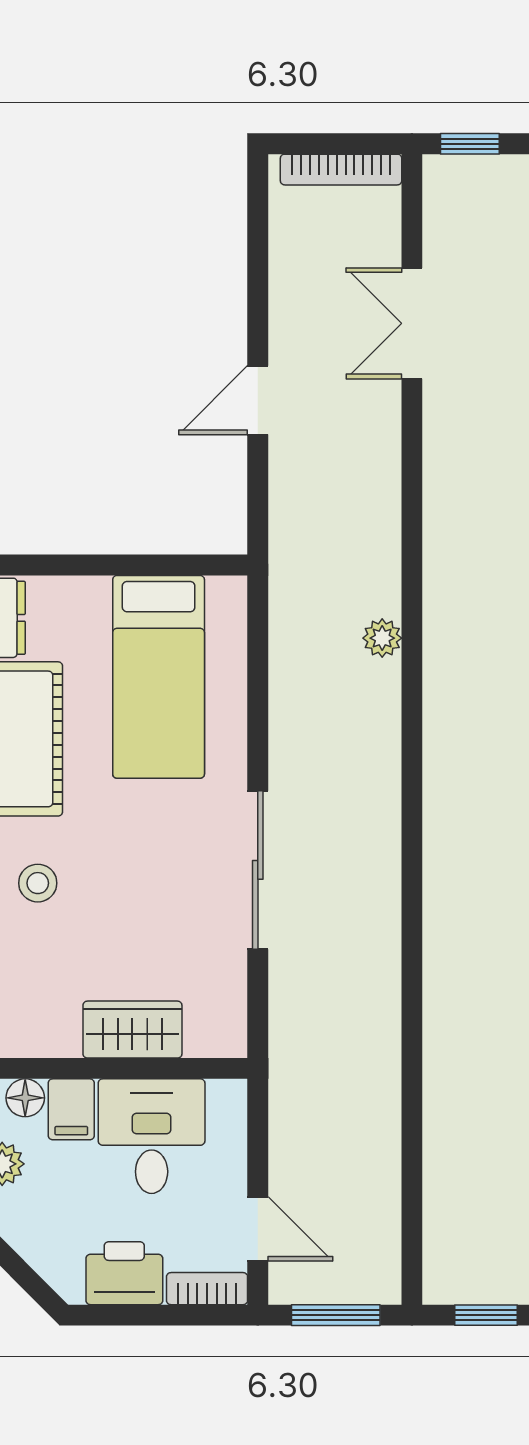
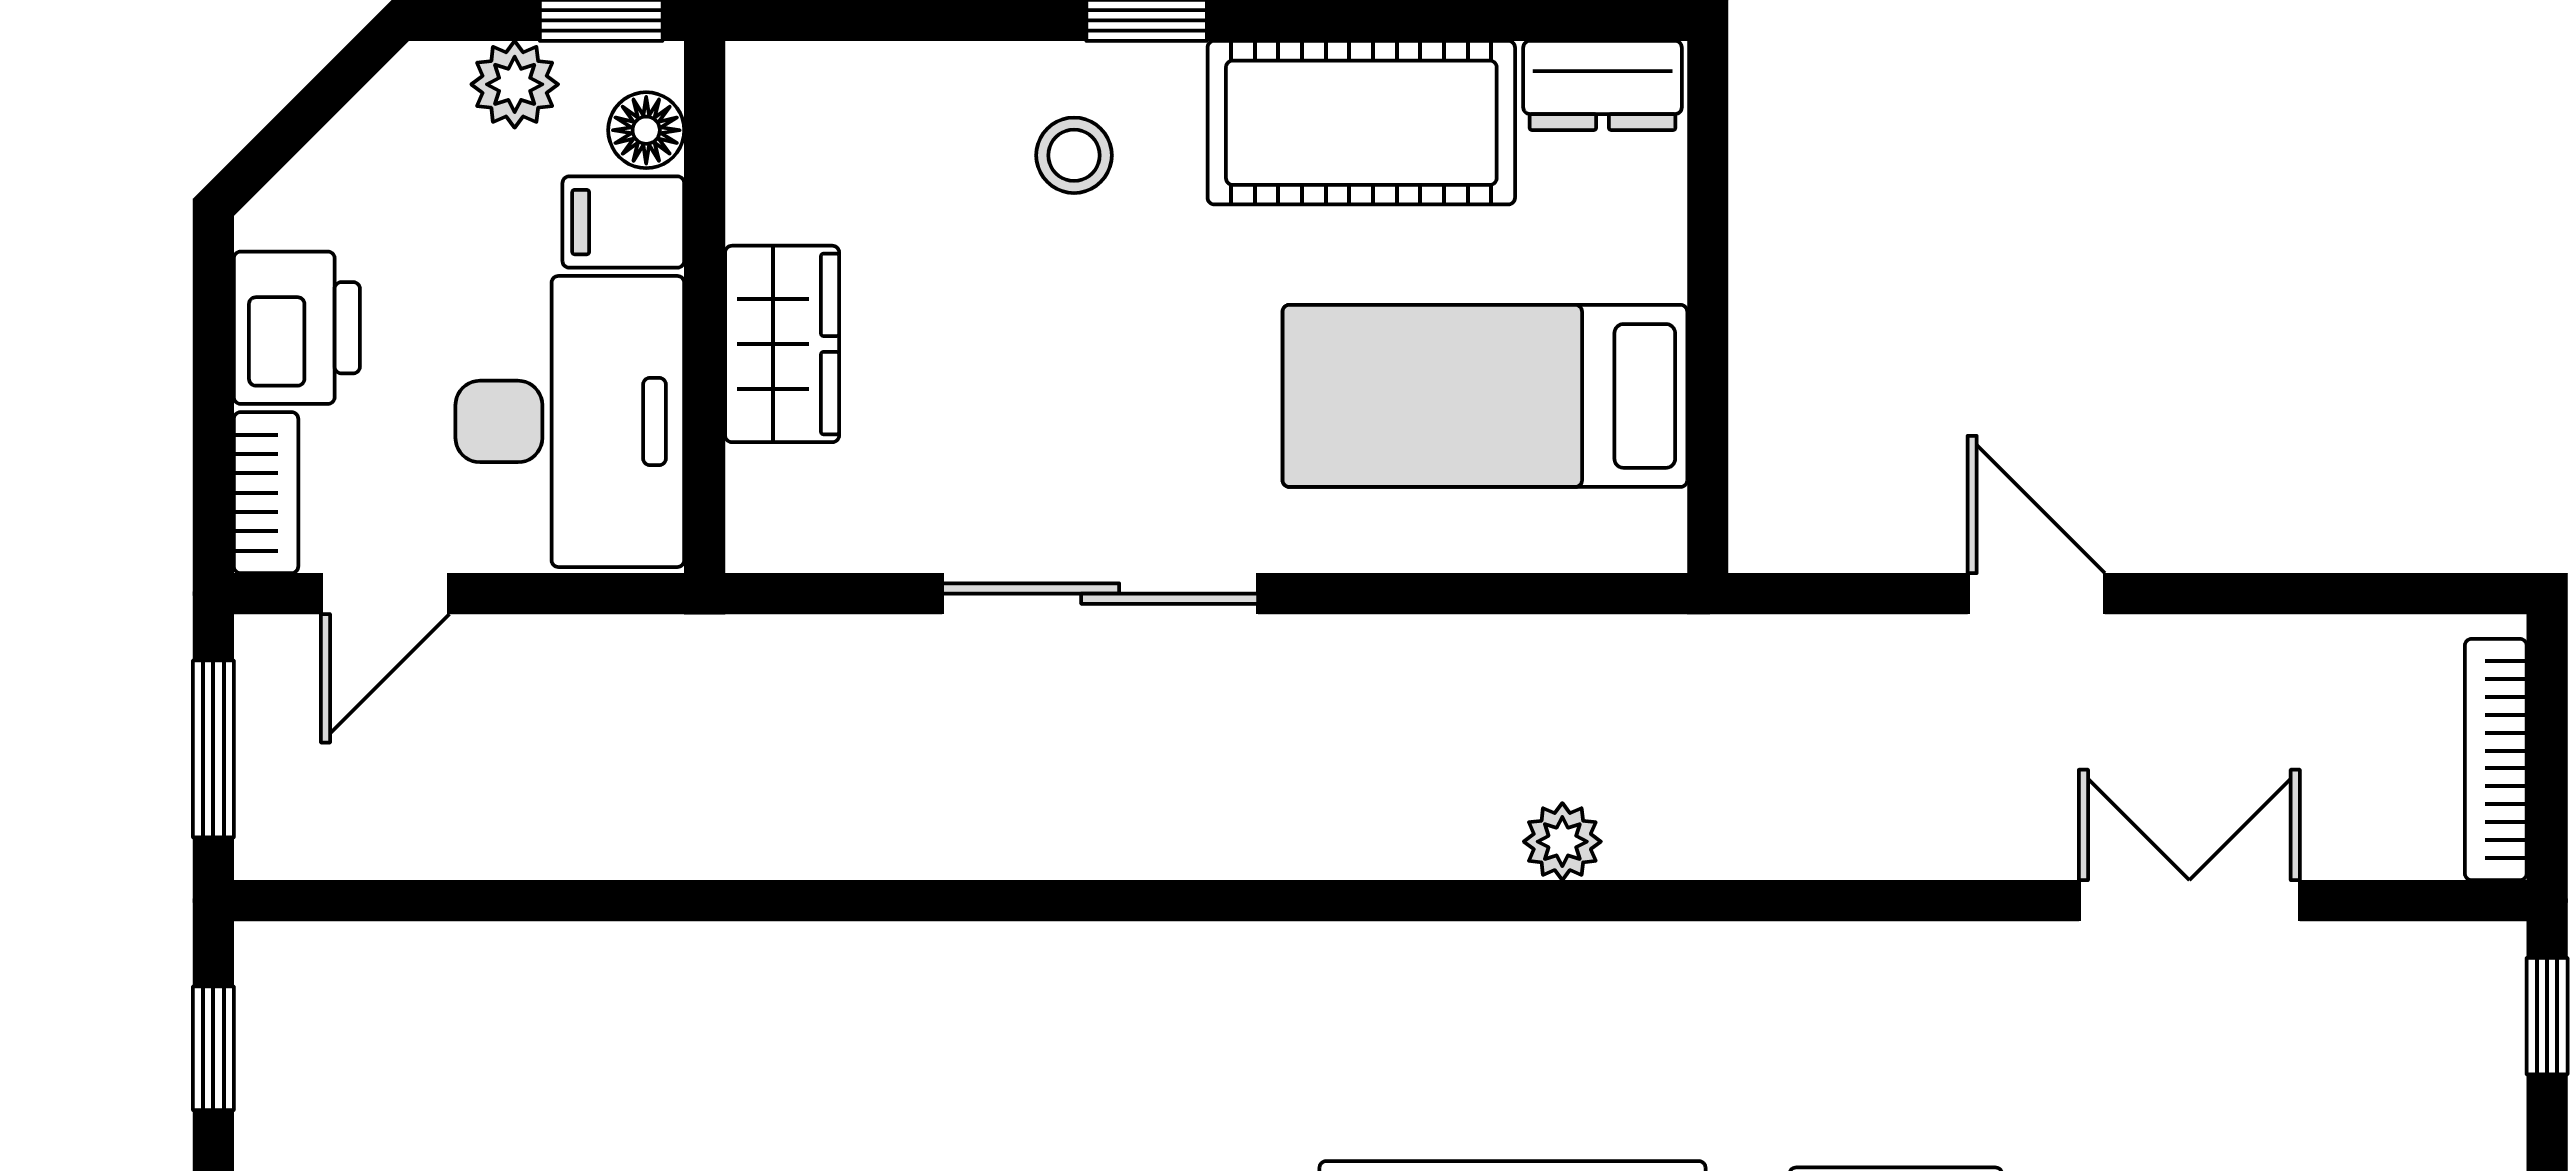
desk: (152, 1136) -> (570, 421), width x1.37

